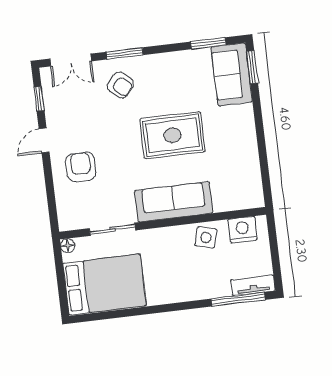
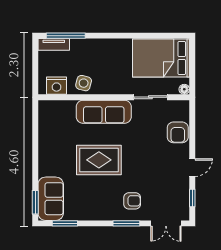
double door: (71, 60) -> (166, 223), swing flipped
armchair: (120, 85) -> (132, 201), turned 139
armchair: (81, 167) -> (178, 132), moved

